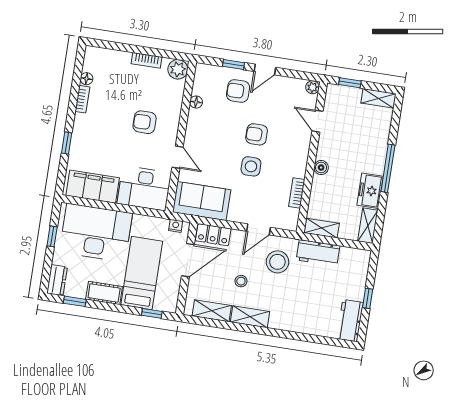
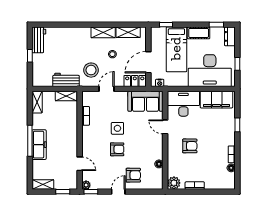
window: (234, 65) -> (91, 192), moved
boiler: (321, 168) -> (73, 135), removed
freezer: (370, 191) -> (39, 145), moved, width x1.40

